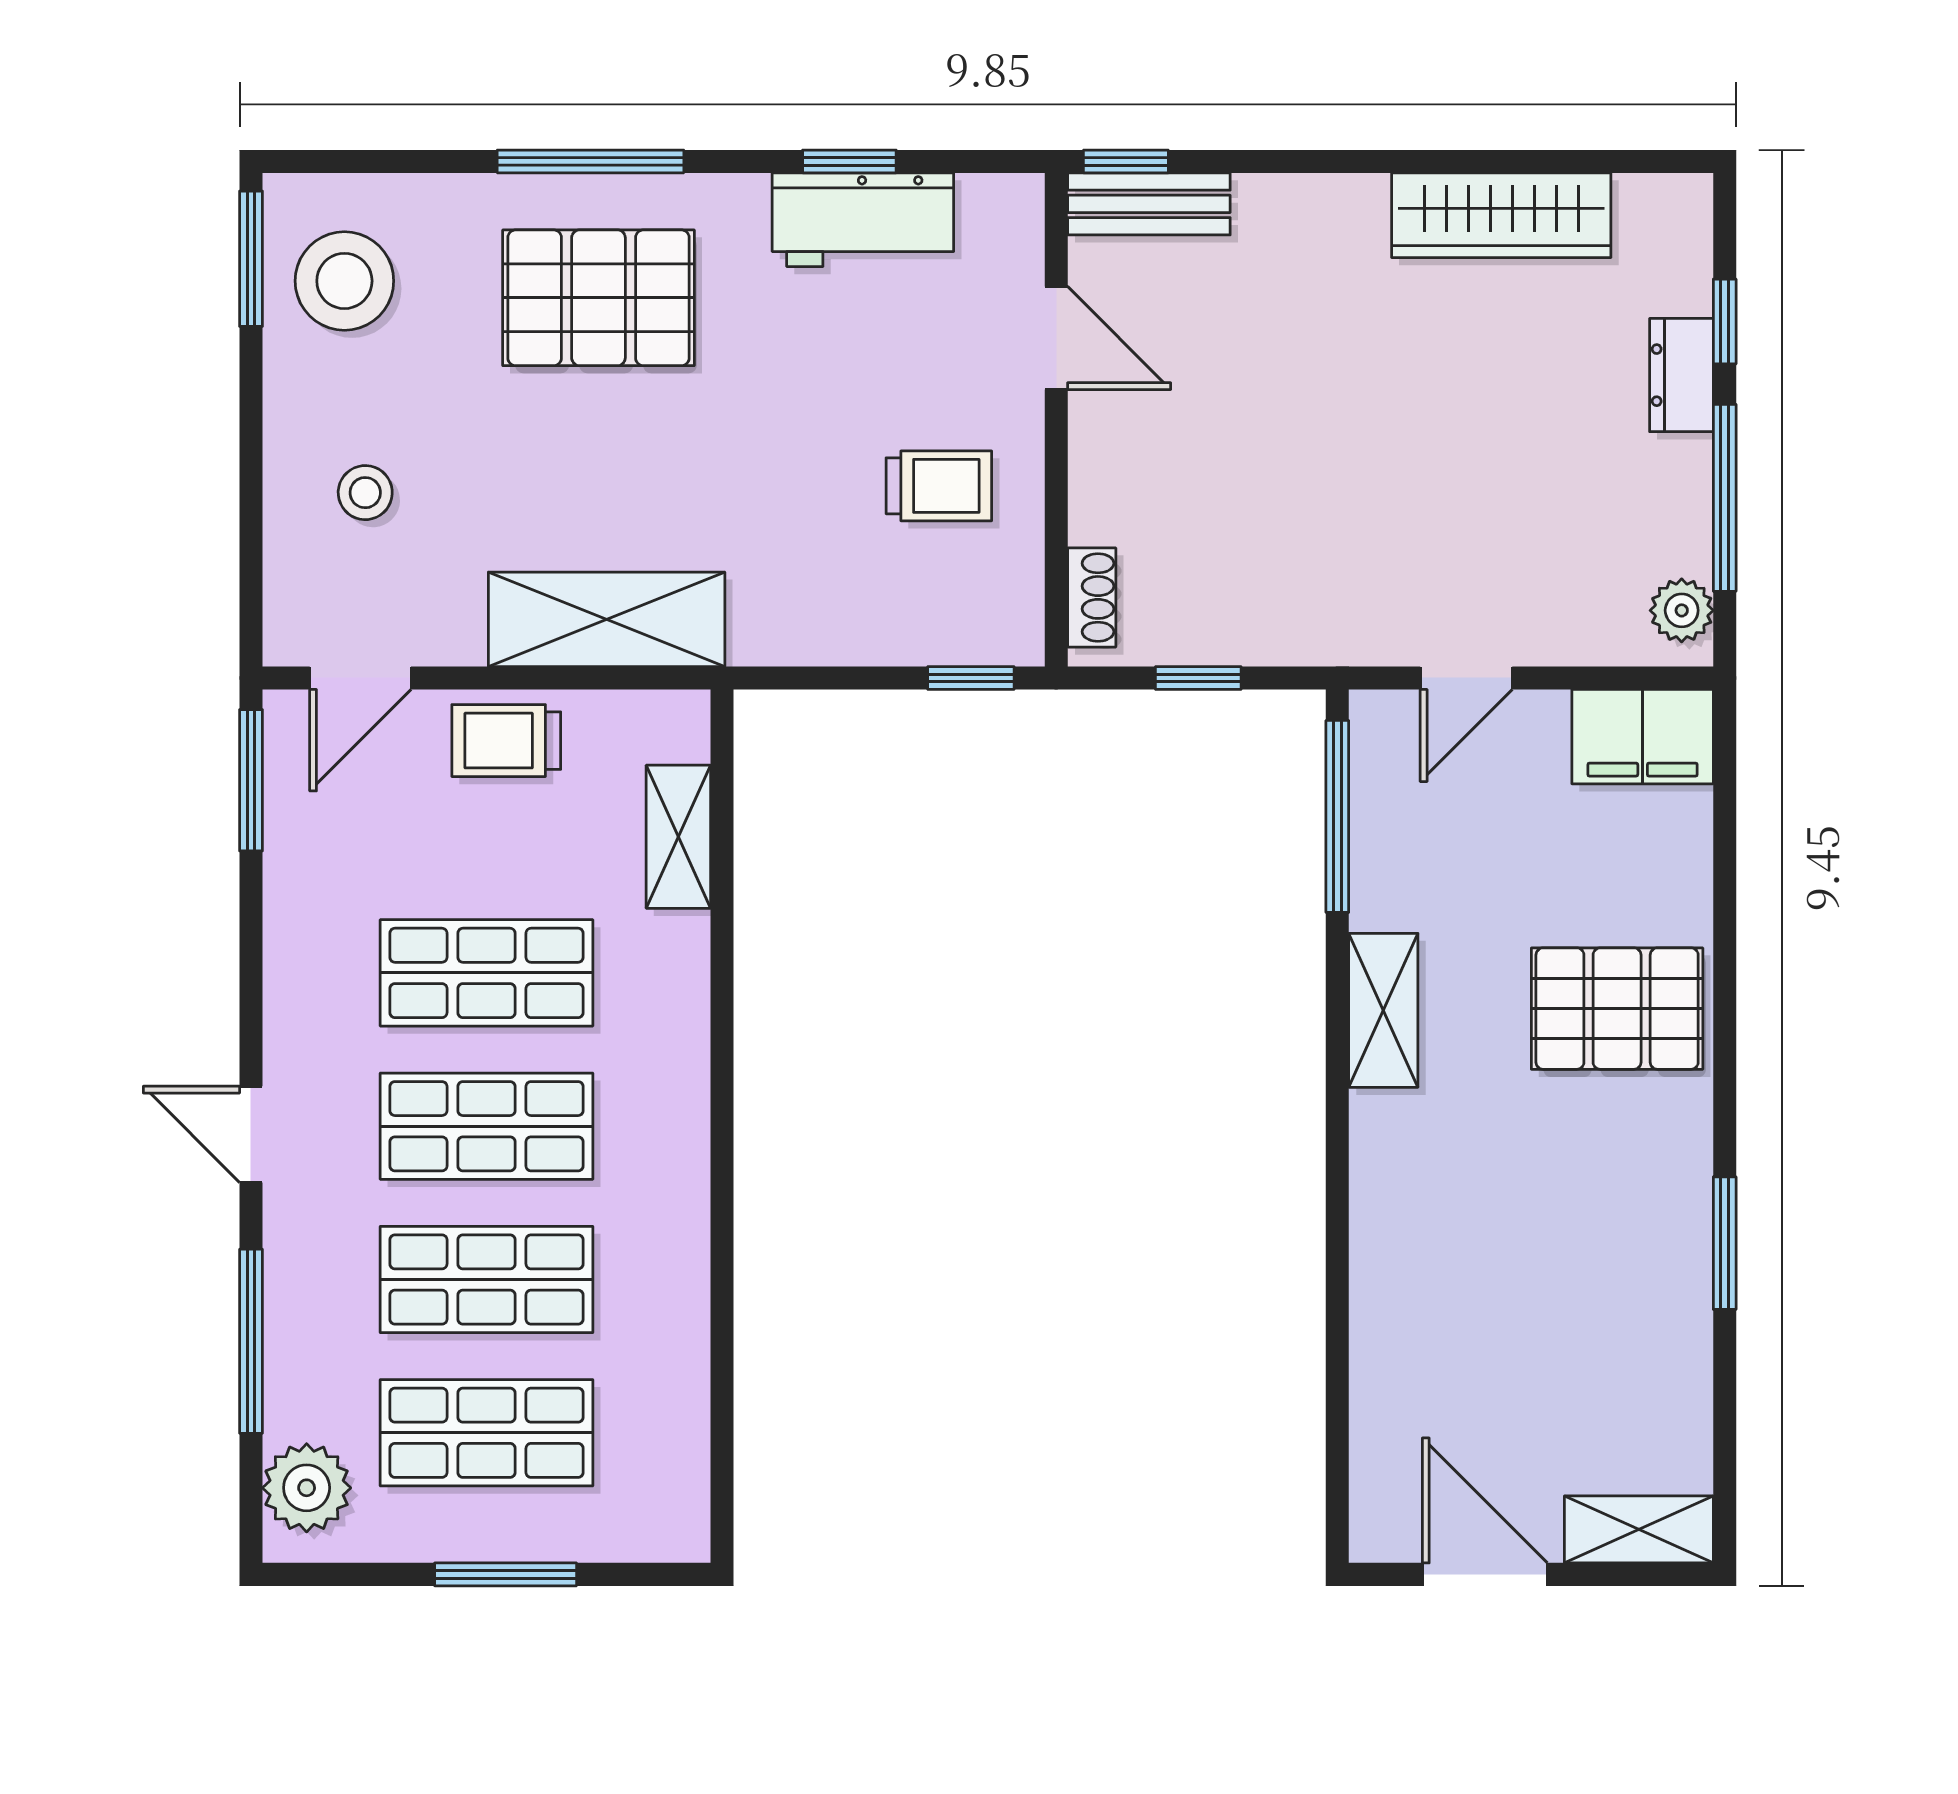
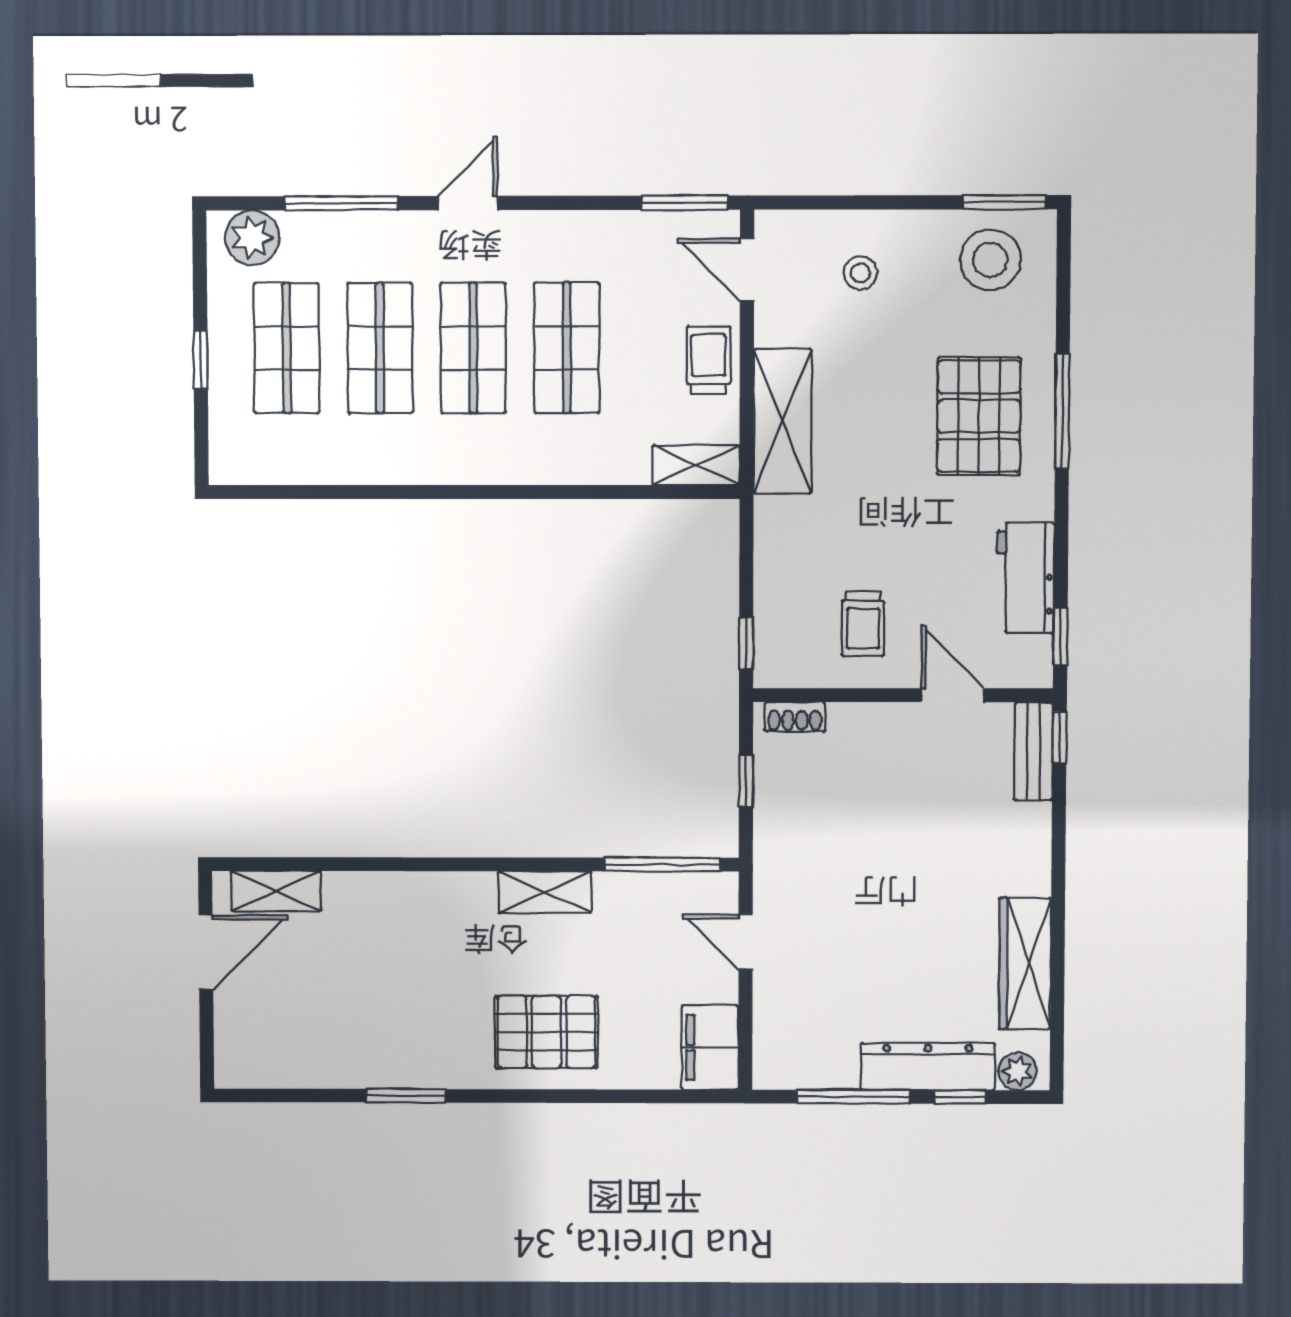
window: (849, 161) -> (1060, 637), moved
door: (1056, 338) -> (953, 695), swing flipped
dresser: (1681, 375) -> (928, 1066), width x1.96, depth x1.24
plant: (1682, 610) -> (1018, 1071), moved
shelving: (678, 837) -> (696, 465), moved
pallet: (1617, 1009) -> (546, 1032), turned 90
shelving: (1639, 1529) -> (276, 891), moved, turned 90
window: (506, 1574) -> (201, 360), width x0.67

